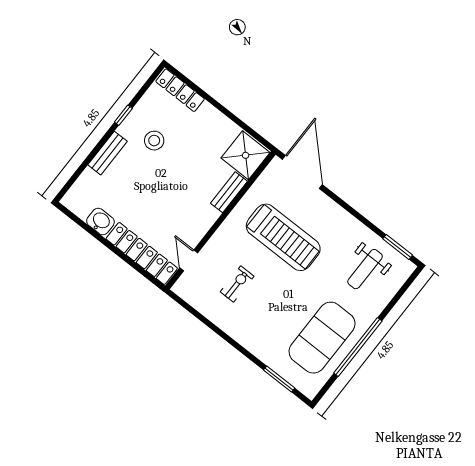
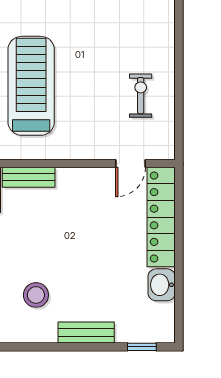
window: (123, 115) -> (142, 347), moved
exercise bike: (237, 284) -> (141, 96), moved, turned 90

